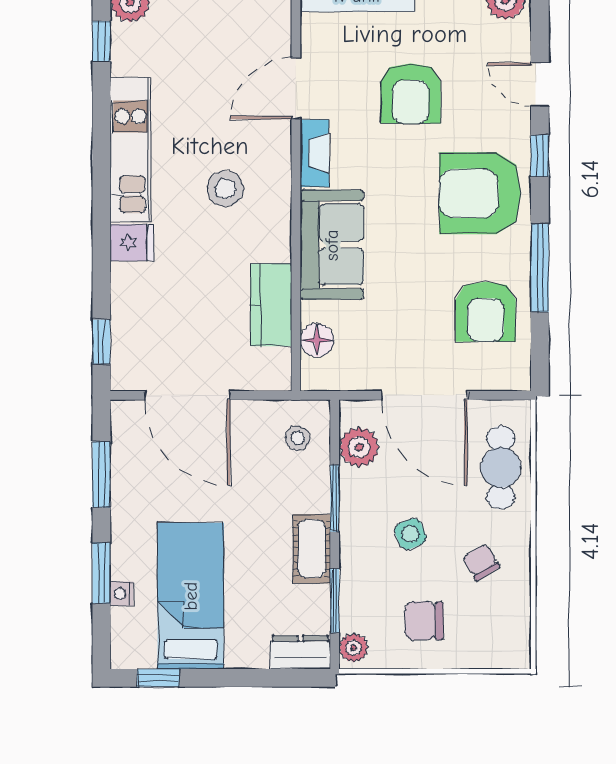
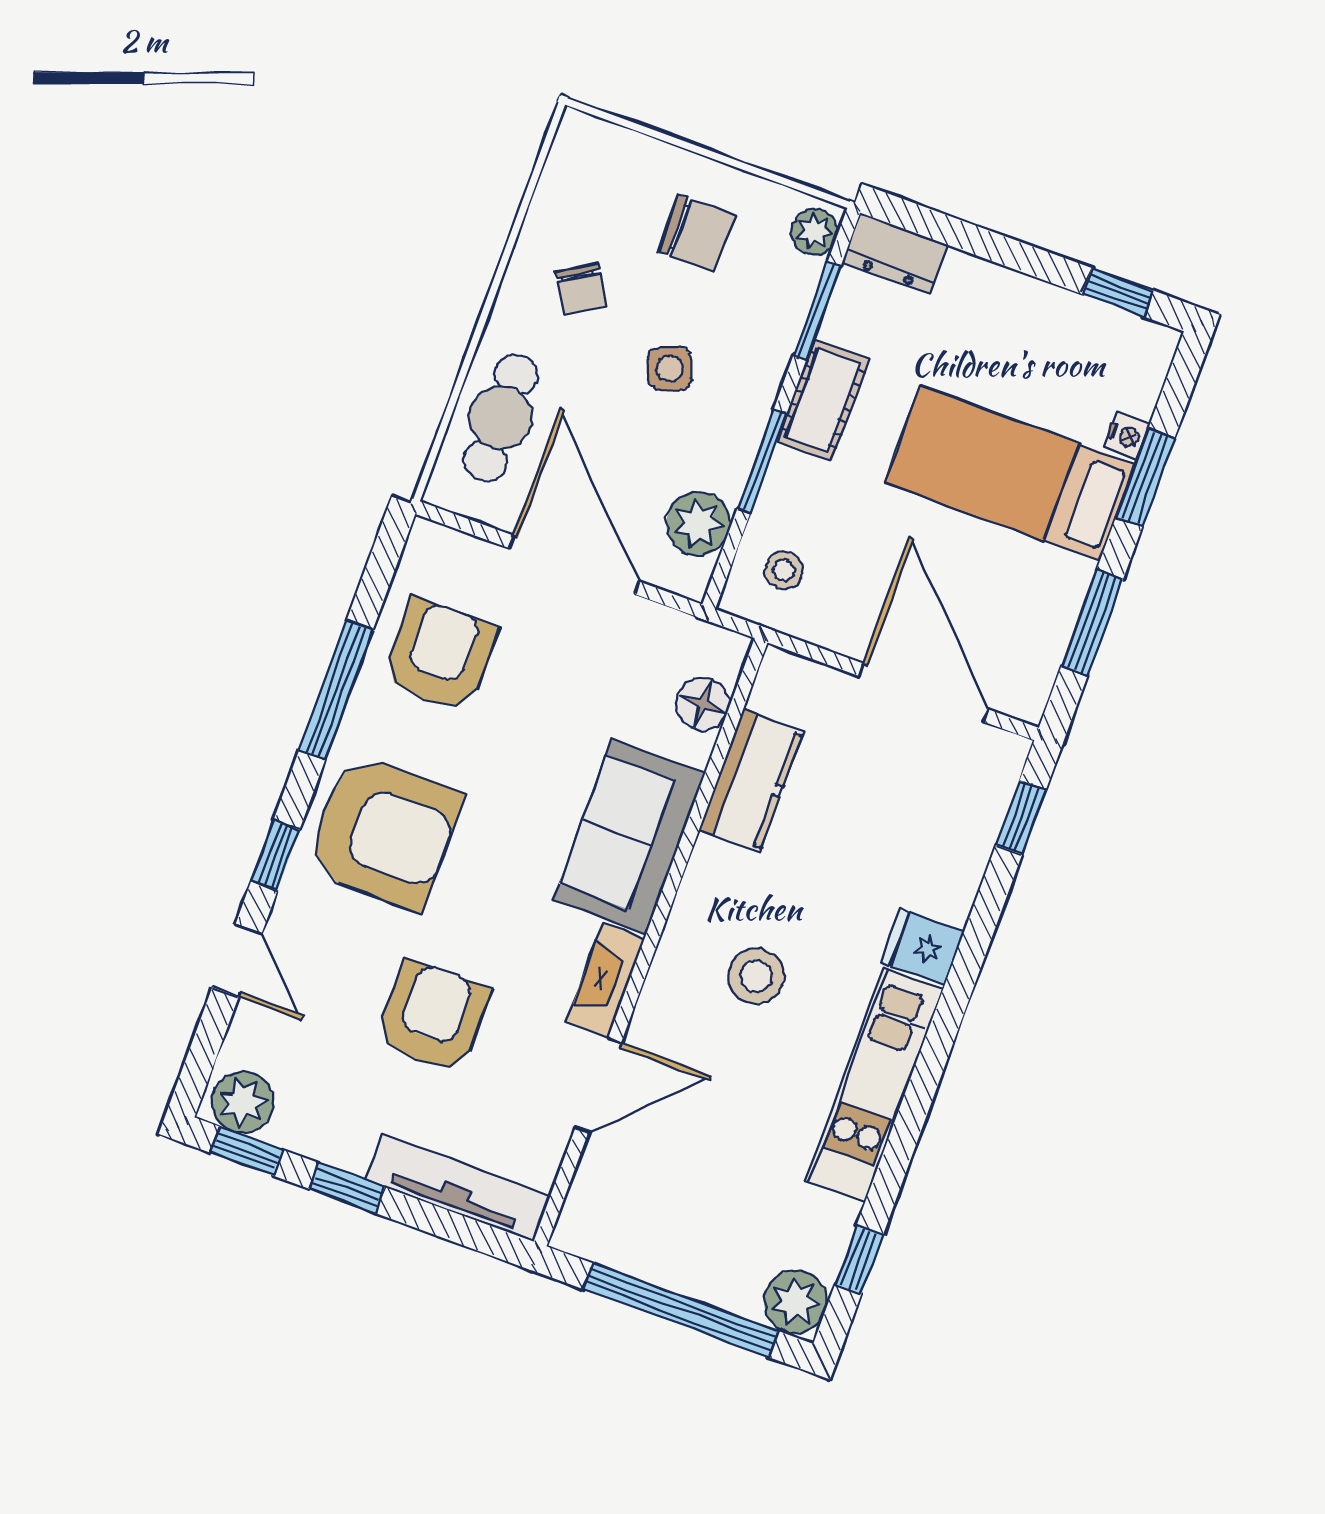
bed: (191, 596) -> (1010, 473), moved, turned 90

